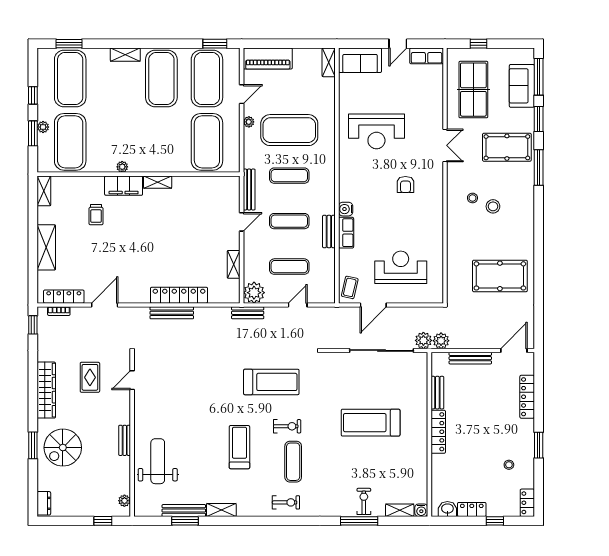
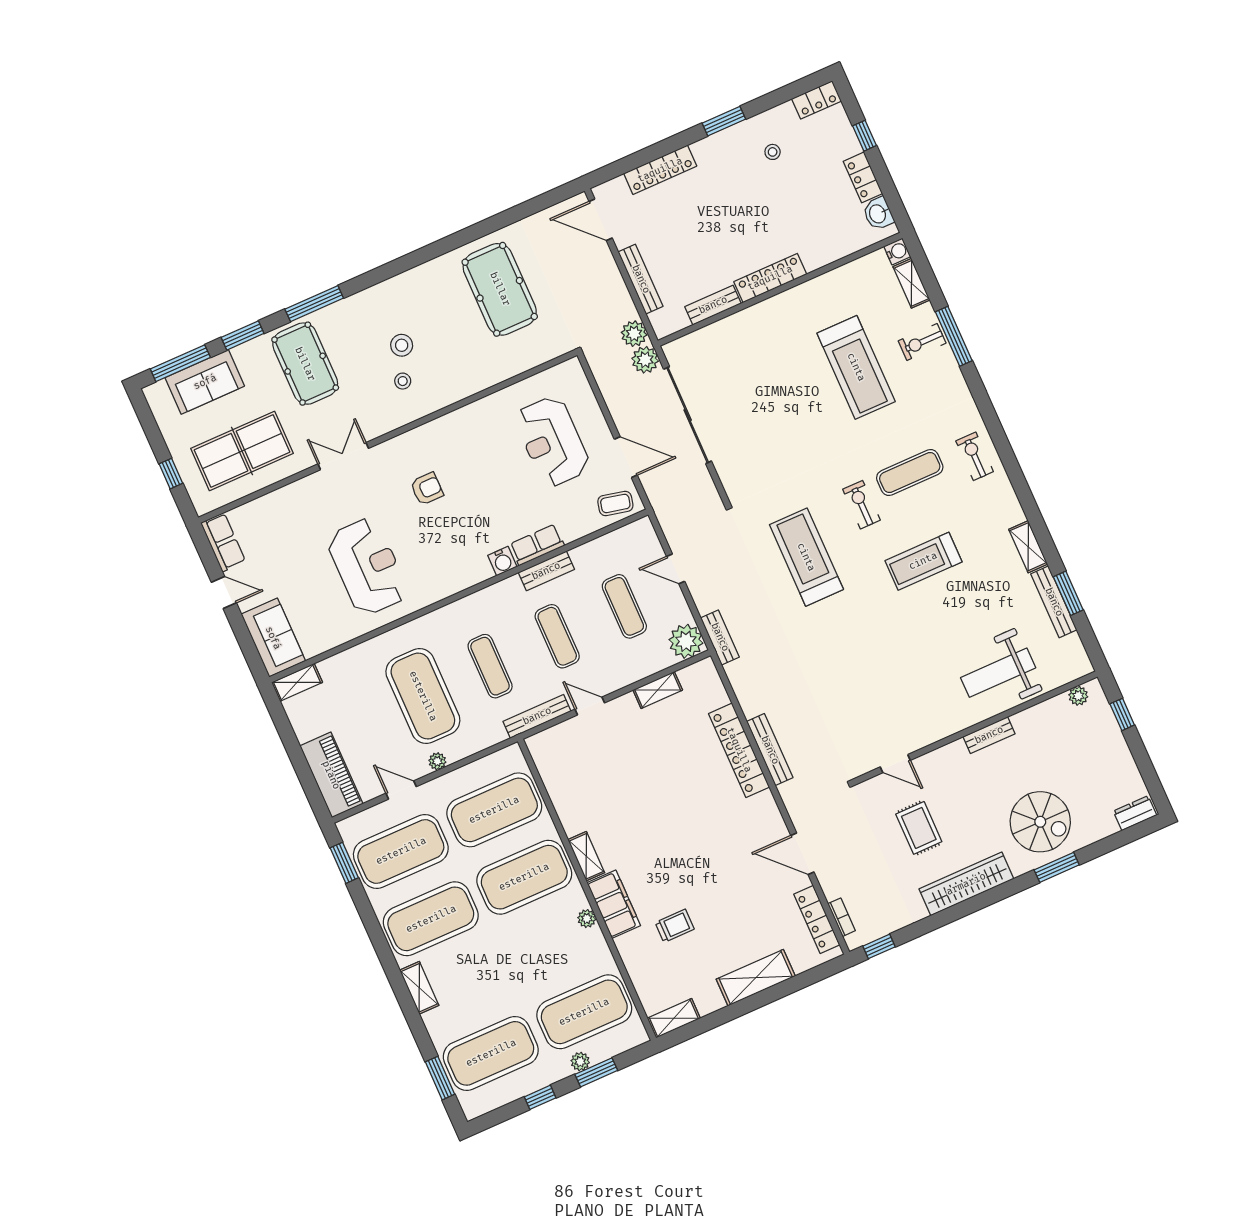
exercise mat: (161, 142) -> (524, 877), added
rug: (90, 377) -> (919, 828), turned 90
treadmill: (371, 423) -> (856, 367), moved

